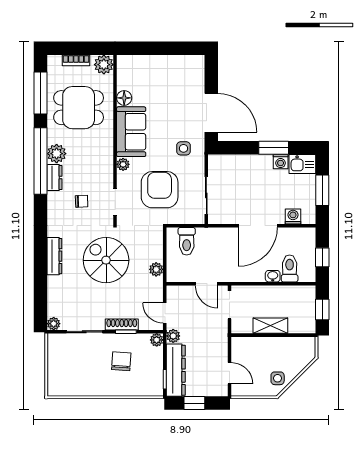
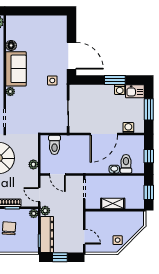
armchair: (160, 190) -> (36, 109), removed
door: (207, 284) -> (58, 174), moved

